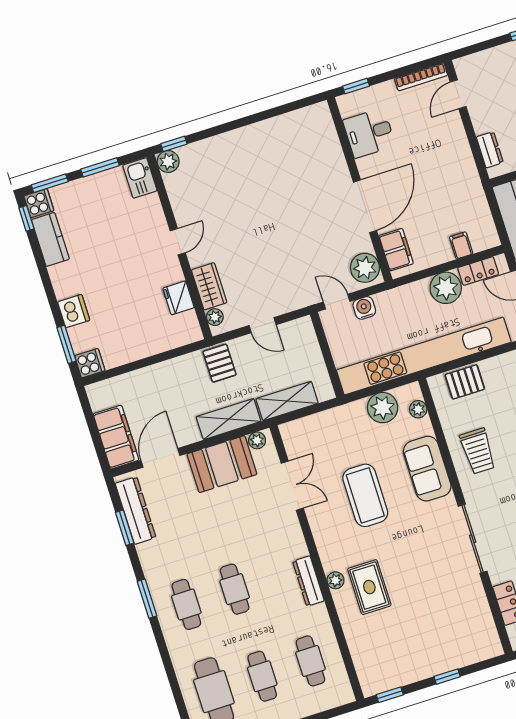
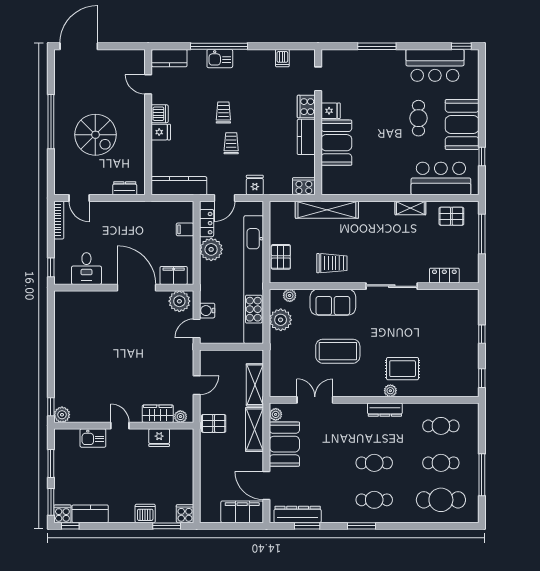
kitchen sink: (140, 178) -> (93, 438), moved

